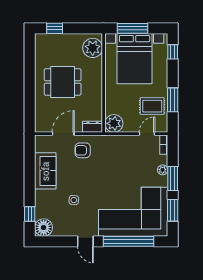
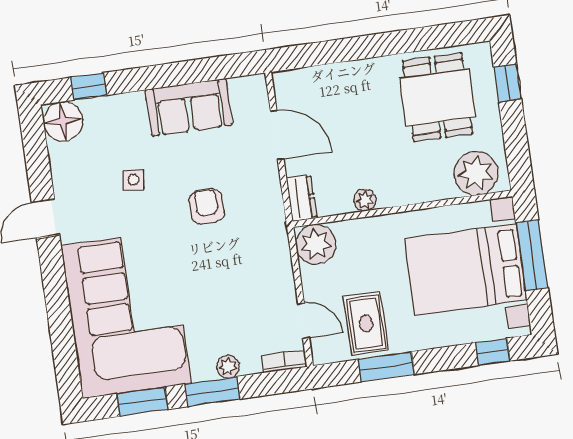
dining table: (63, 82) -> (438, 97), moved
plant: (97, 99) -> (365, 200), added
armchair: (83, 150) -> (207, 207), moved
window: (128, 241) -> (59, 314), removed

